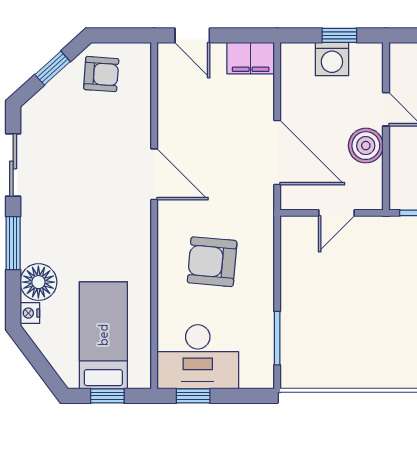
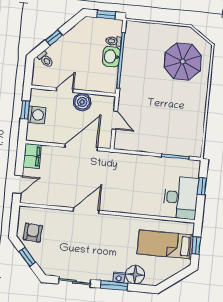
armchair: (212, 262) -> (133, 186), removed
nightstand: (30, 313) -> (119, 277), moved
window: (193, 396) -> (202, 186), moved

